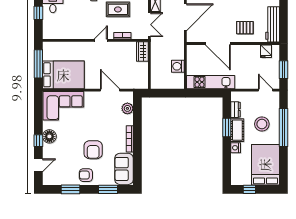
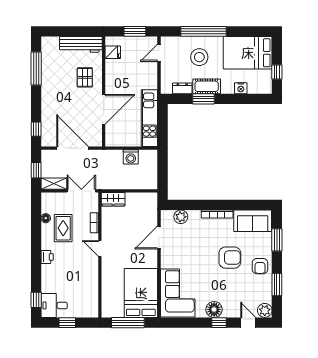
nightstand: (236, 148) -> (241, 88), moved
plant: (49, 179) -> (265, 310), added

